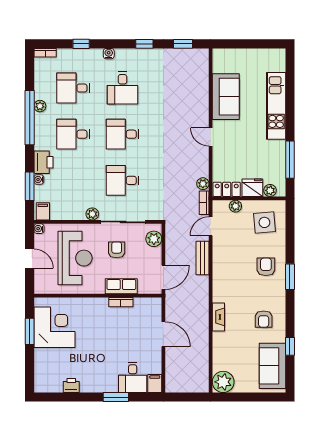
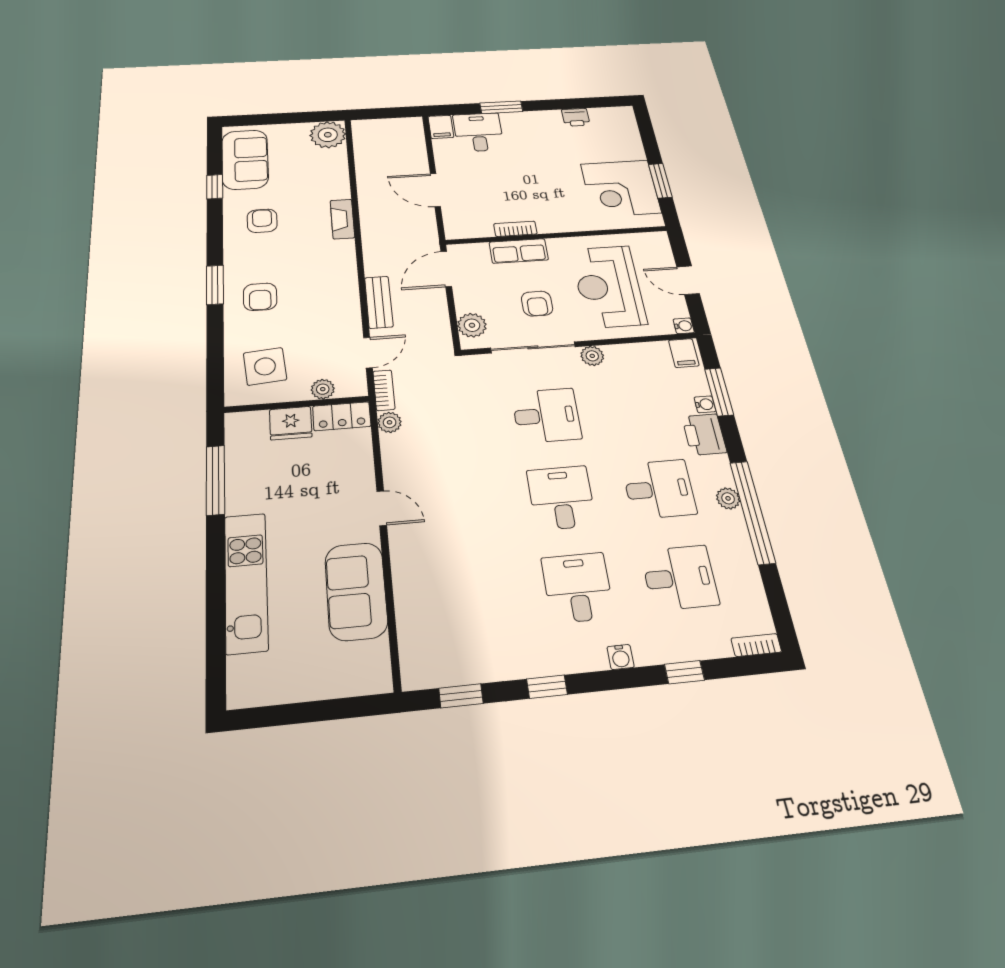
plant: (40, 106) -> (728, 498), moved
desk: (123, 134) -> (561, 498), turned -90
plant: (270, 190) -> (255, 421), removed

